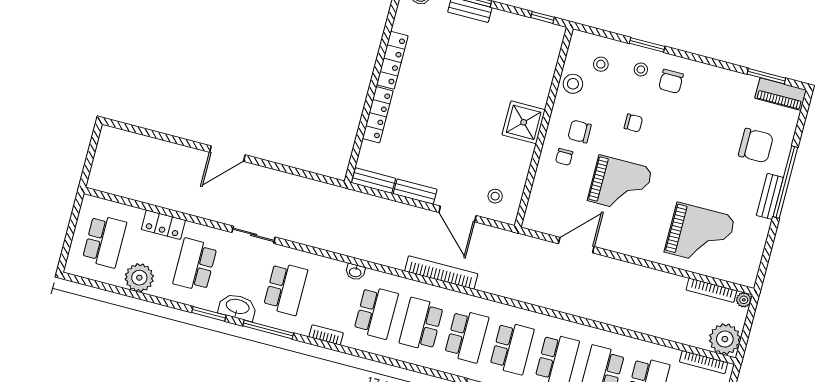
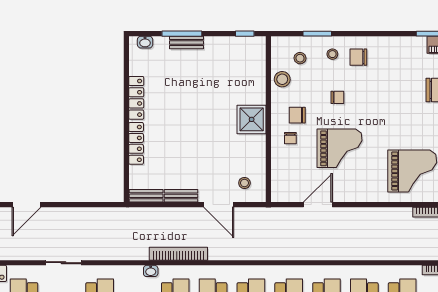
window: (647, 45) -> (317, 34), moved
chair: (671, 81) -> (358, 57), turned 90
bookcase: (441, 273) -> (178, 254), moved

